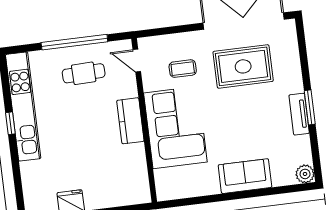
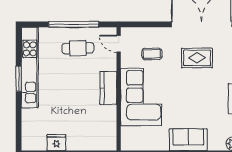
rug: (243, 66) -> (197, 58), width x0.73, depth x0.70
window: (10, 123) -> (19, 79), width x1.50

